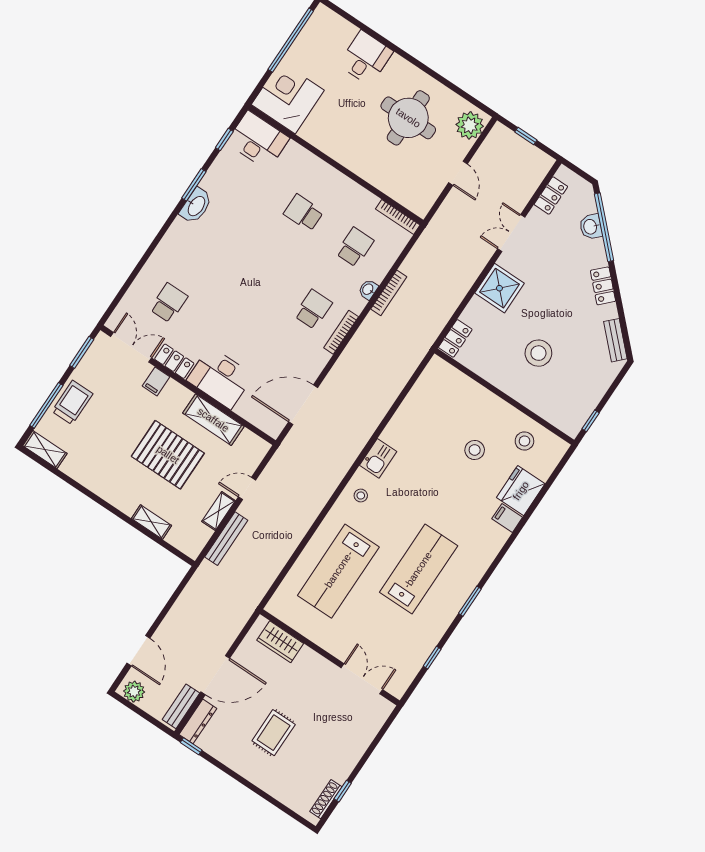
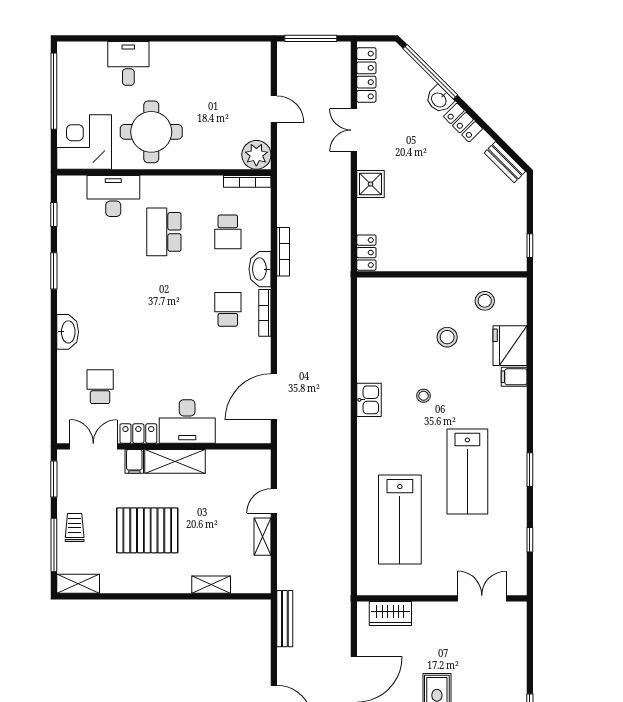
round table: (408, 118) -> (151, 132), moved
plant: (470, 125) -> (256, 155), moved
window: (526, 136) -> (311, 38), width x2.17
desk: (258, 140) -> (113, 196), moved
locker: (551, 195) -> (366, 75), width x1.53
washbasin: (196, 206) -> (68, 332), moved
school desk: (303, 213) -> (164, 232), width x1.85
washbasin: (591, 227) -> (439, 100), moved
school desk: (355, 247) -> (228, 232), turned 180
shower: (499, 288) -> (371, 184), width x0.73, depth x0.73
washbasin: (368, 289) -> (260, 269), width x1.91, depth x1.45
stool: (538, 353) -> (446, 217), removed
trolley: (72, 402) -> (75, 527), width x0.73, depth x0.72
shelving: (213, 420) -> (175, 461), moved
pallet: (168, 455) -> (147, 530), moved
stool: (361, 496) -> (423, 396), moved
bench: (226, 539) -> (285, 619), moved
lab bench: (419, 569) -> (467, 471), turned 180

